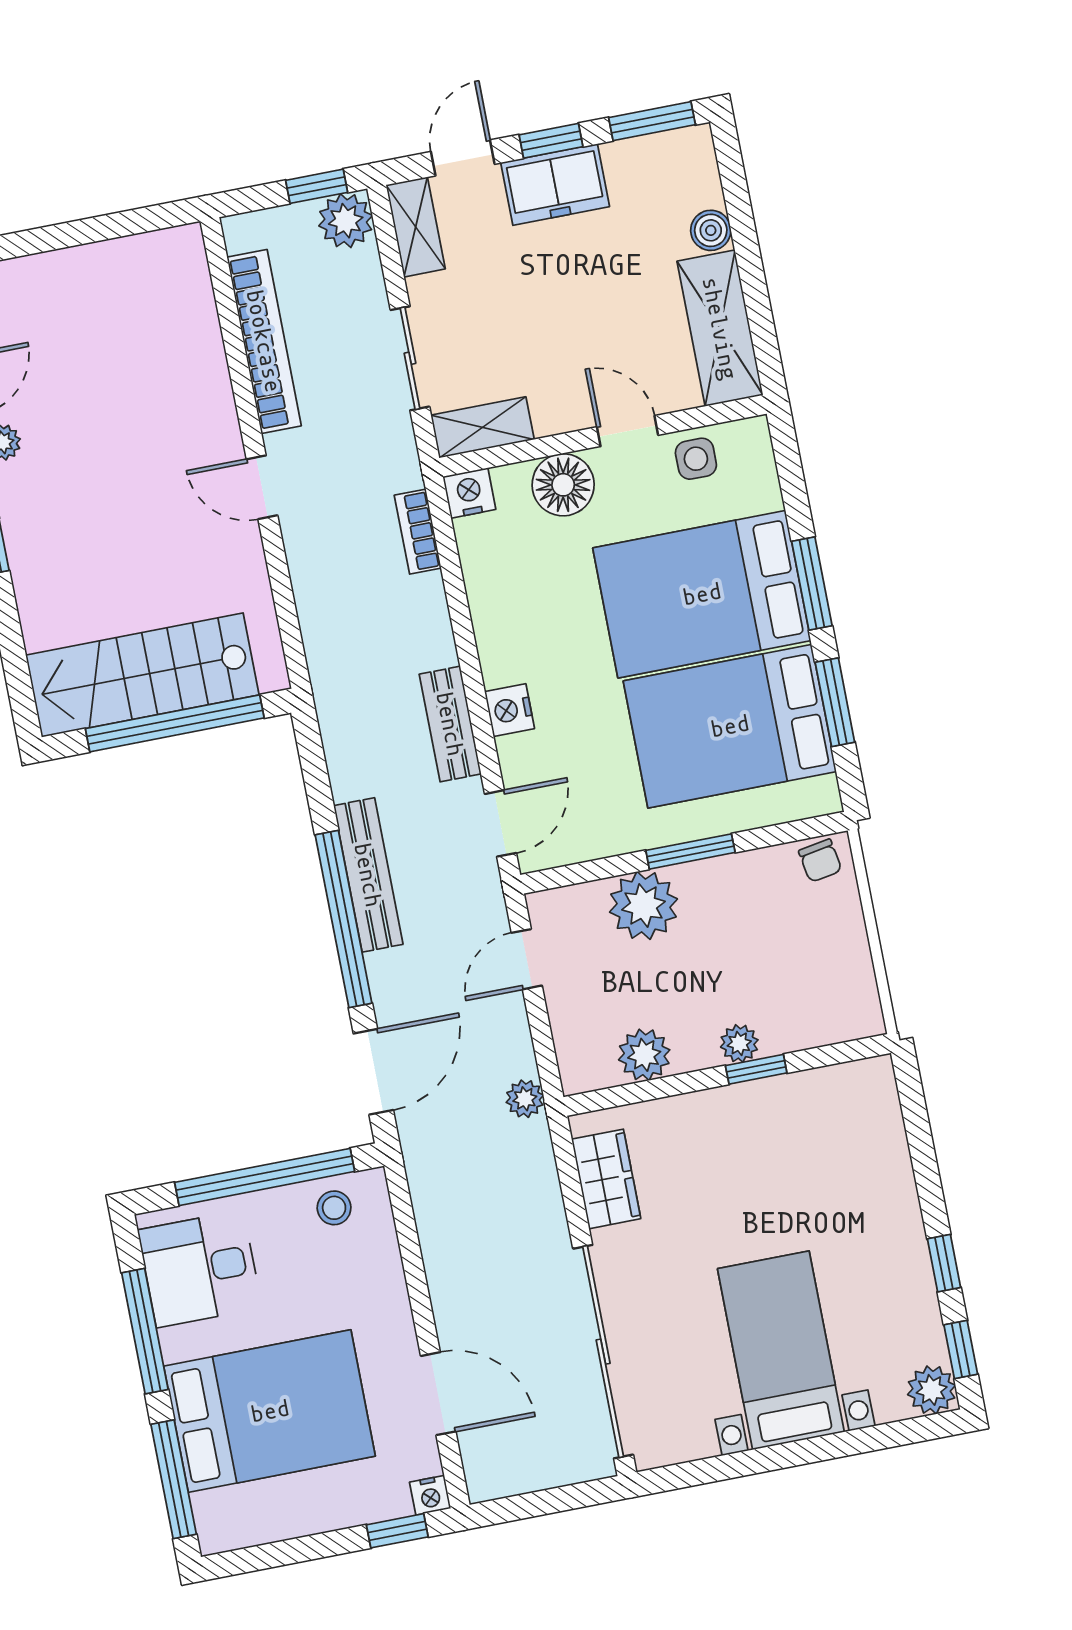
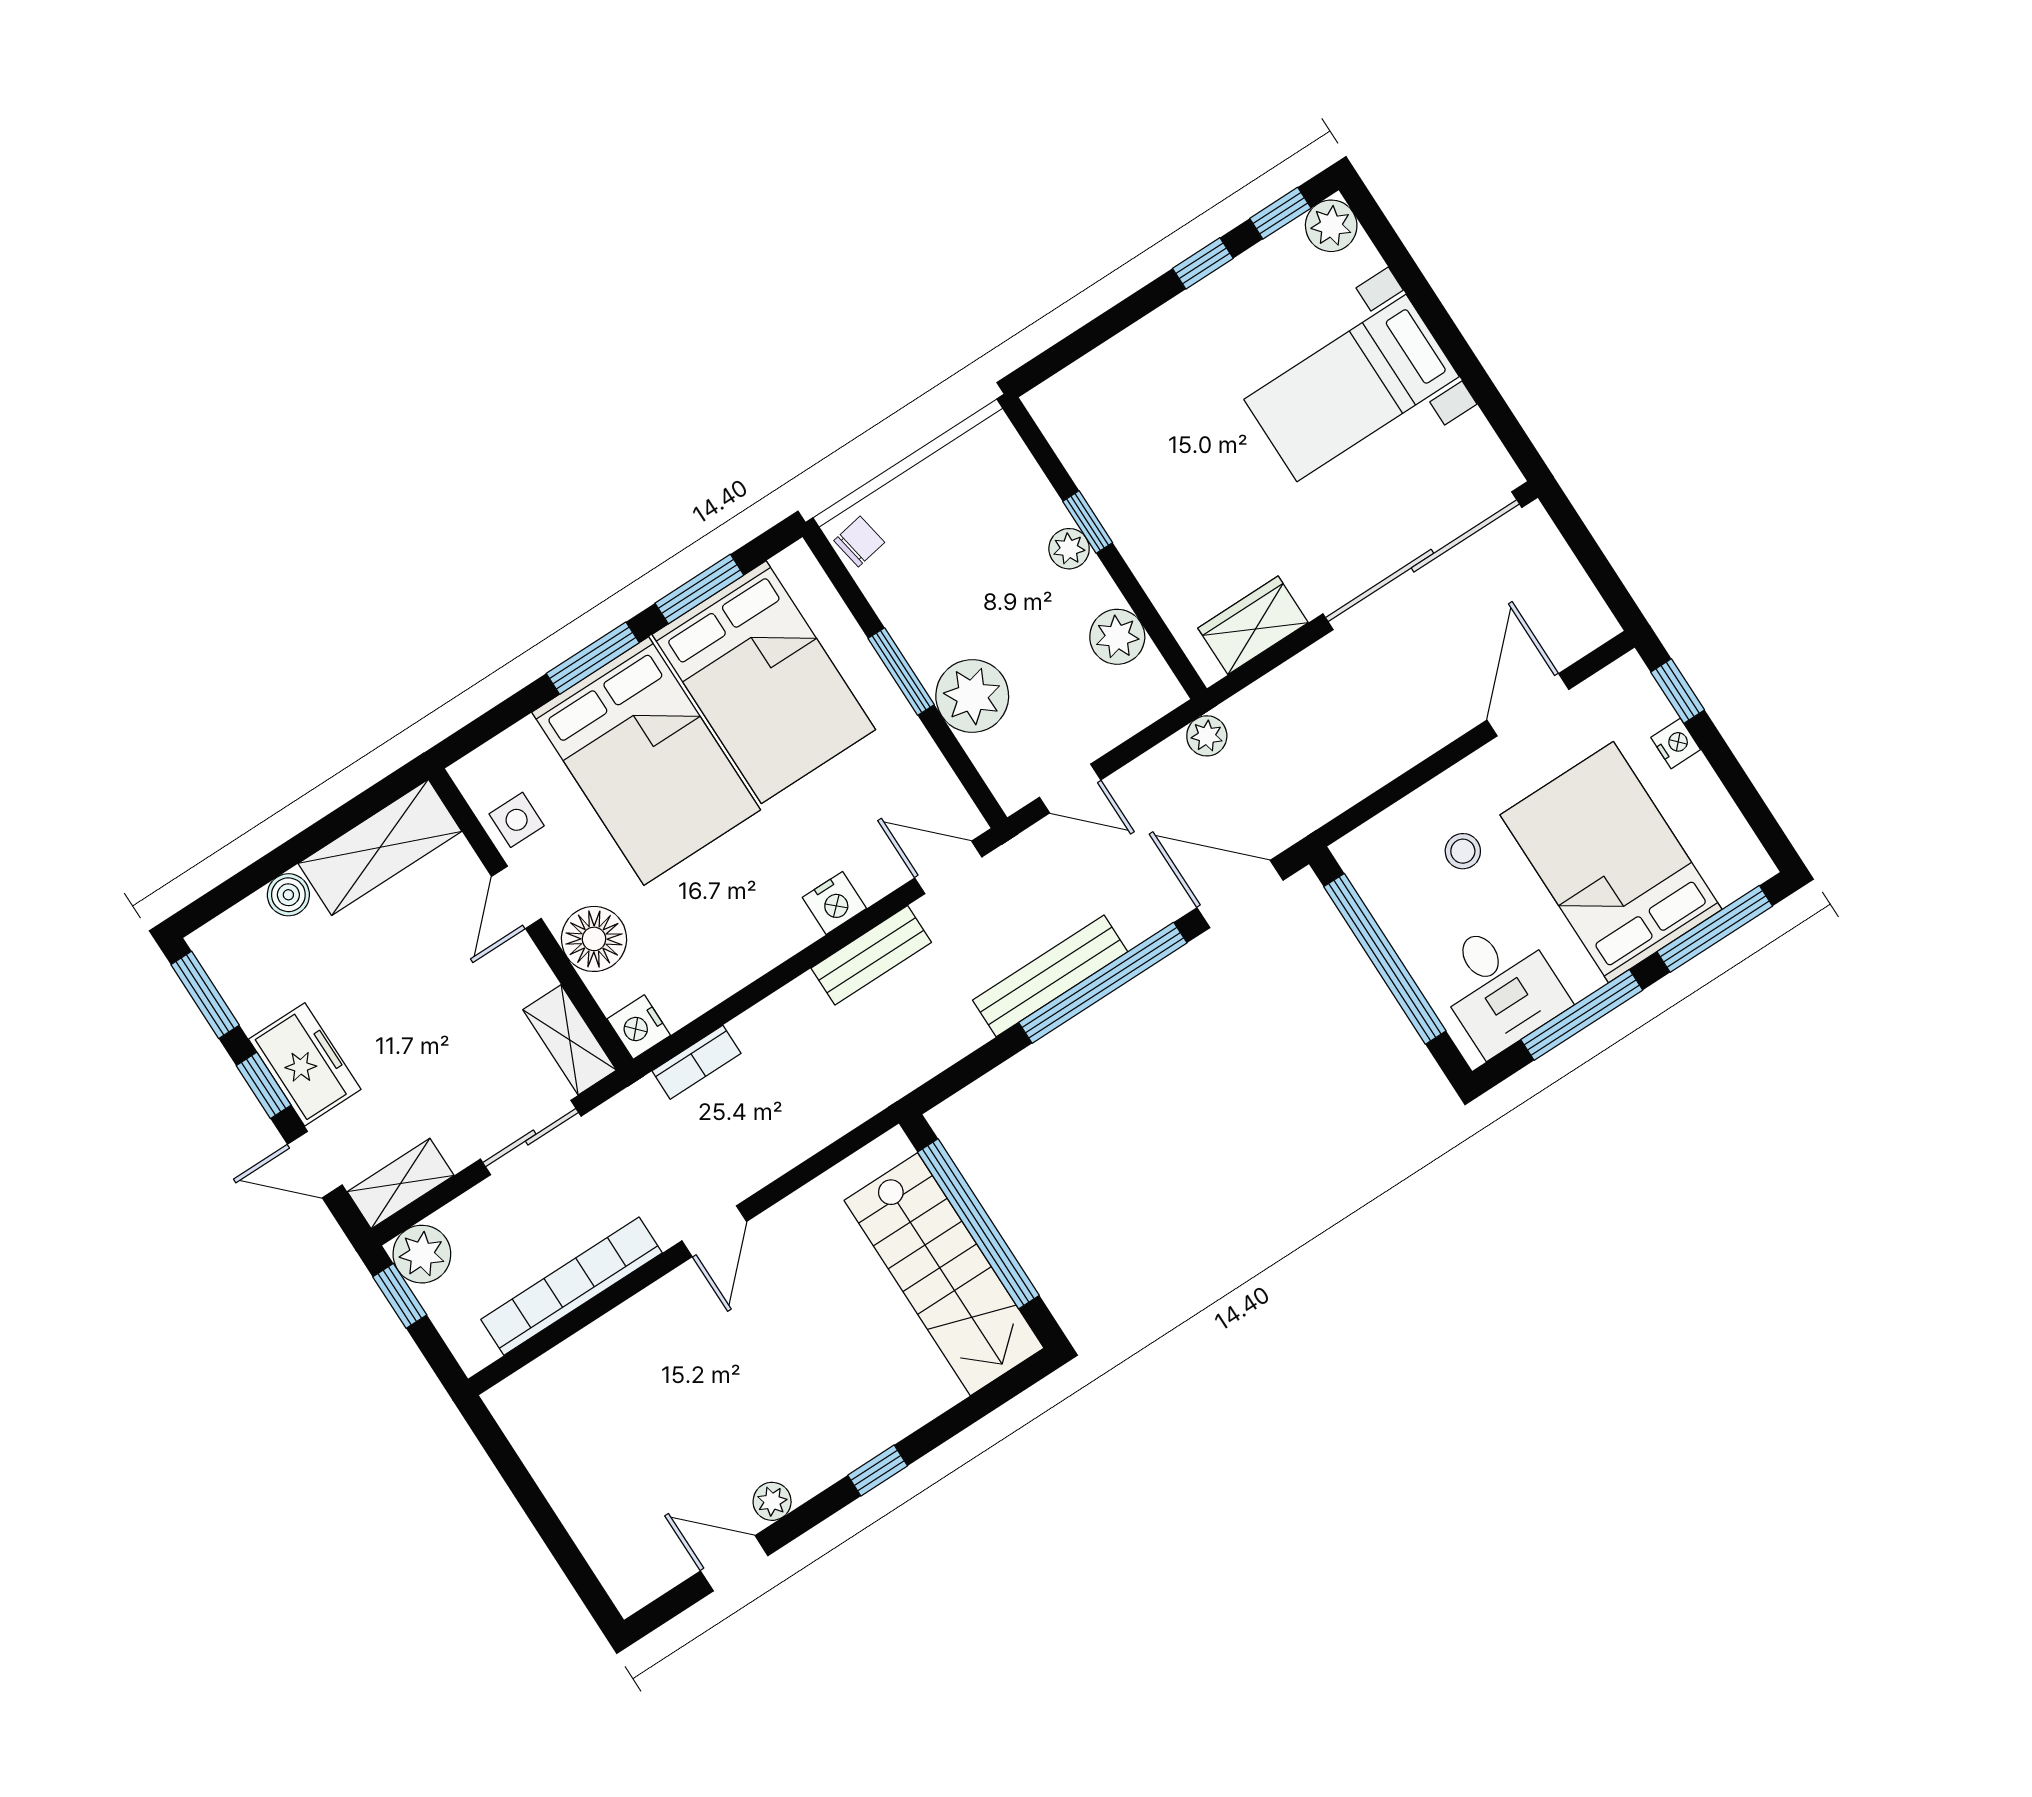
stool: (334, 1208) -> (1463, 851), moved
nightstand: (430, 1495) -> (1676, 743), moved

